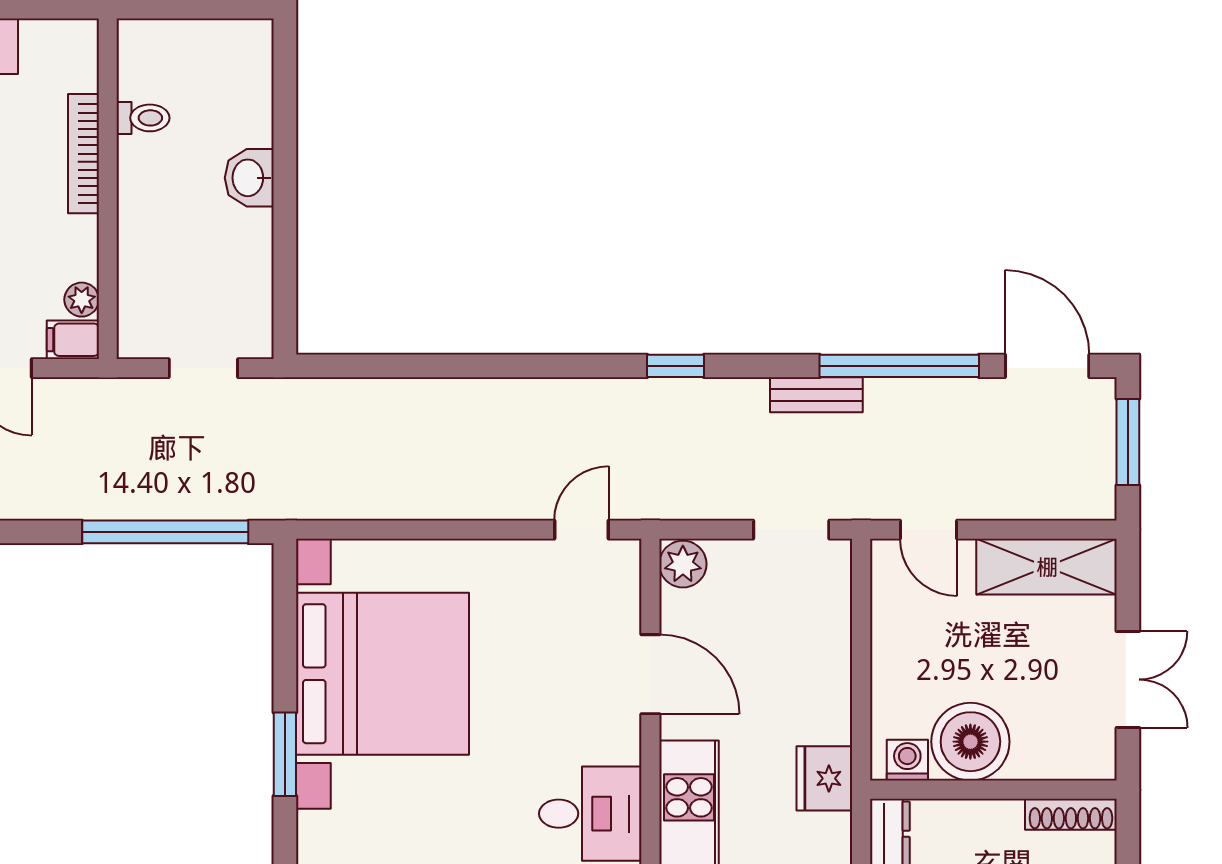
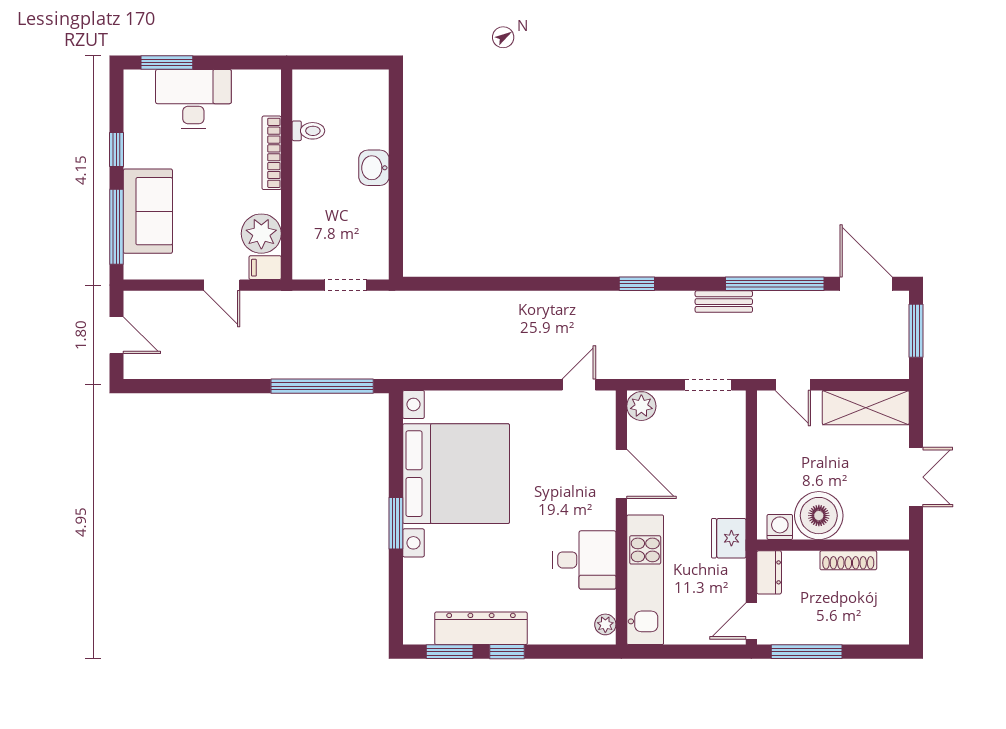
plant: (82, 300) -> (261, 234), width x1.88, depth x1.88
shoe rack: (1071, 814) -> (848, 560), moved

